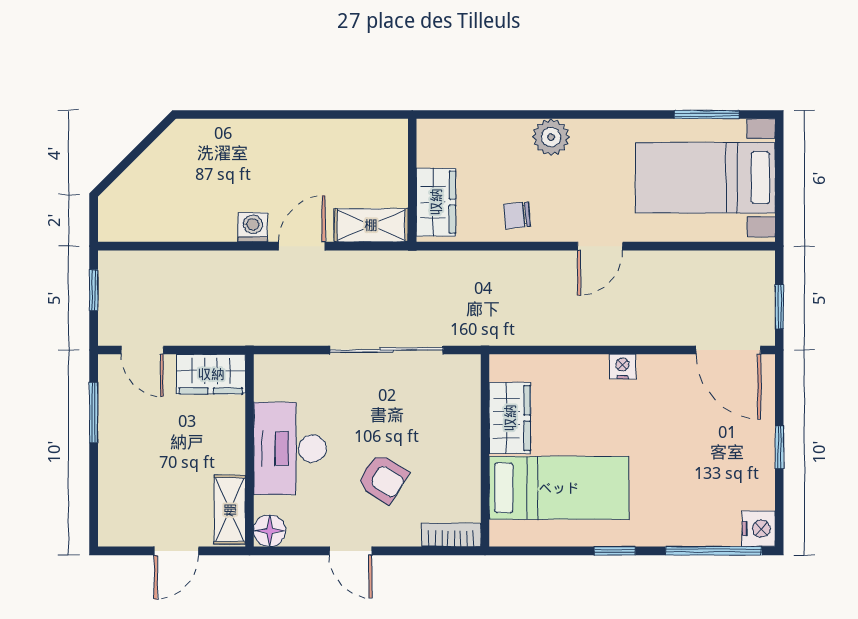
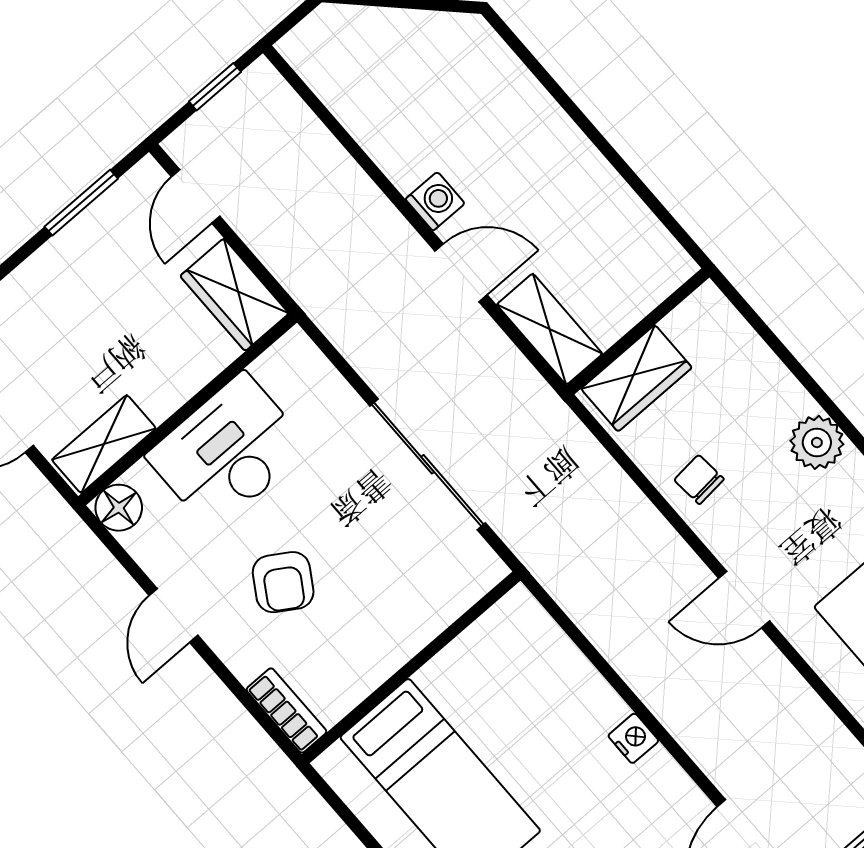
wardrobe: (510, 418) -> (470, 664), removed

